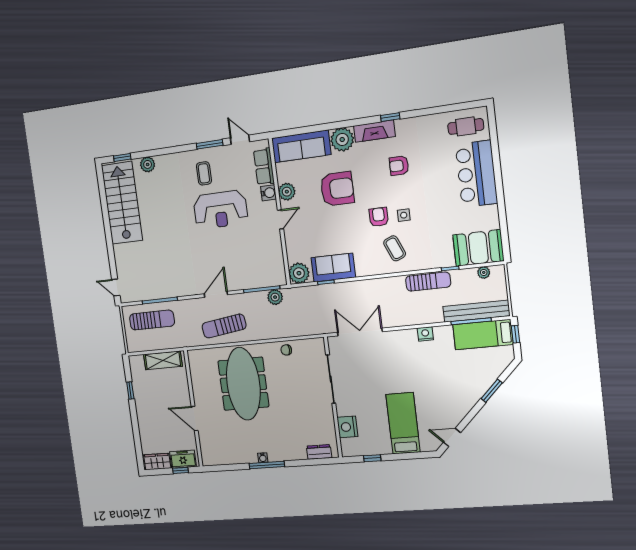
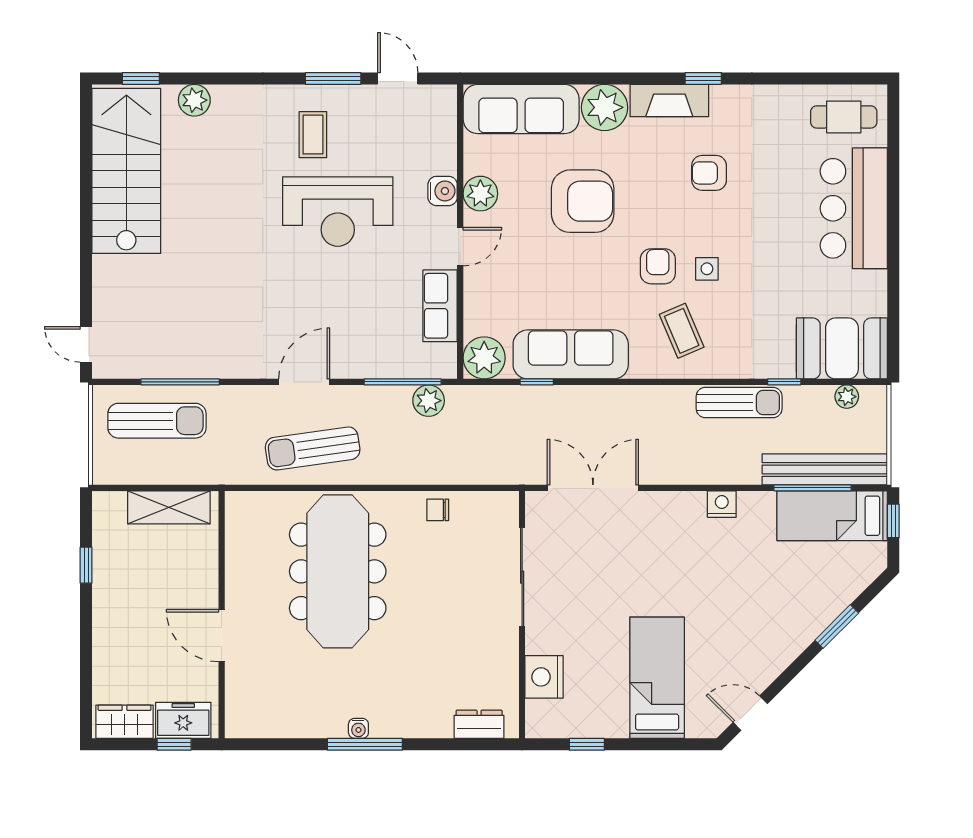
row of seats: (264, 167) -> (440, 306), moved
sofa: (333, 268) -> (571, 354), width x1.36

